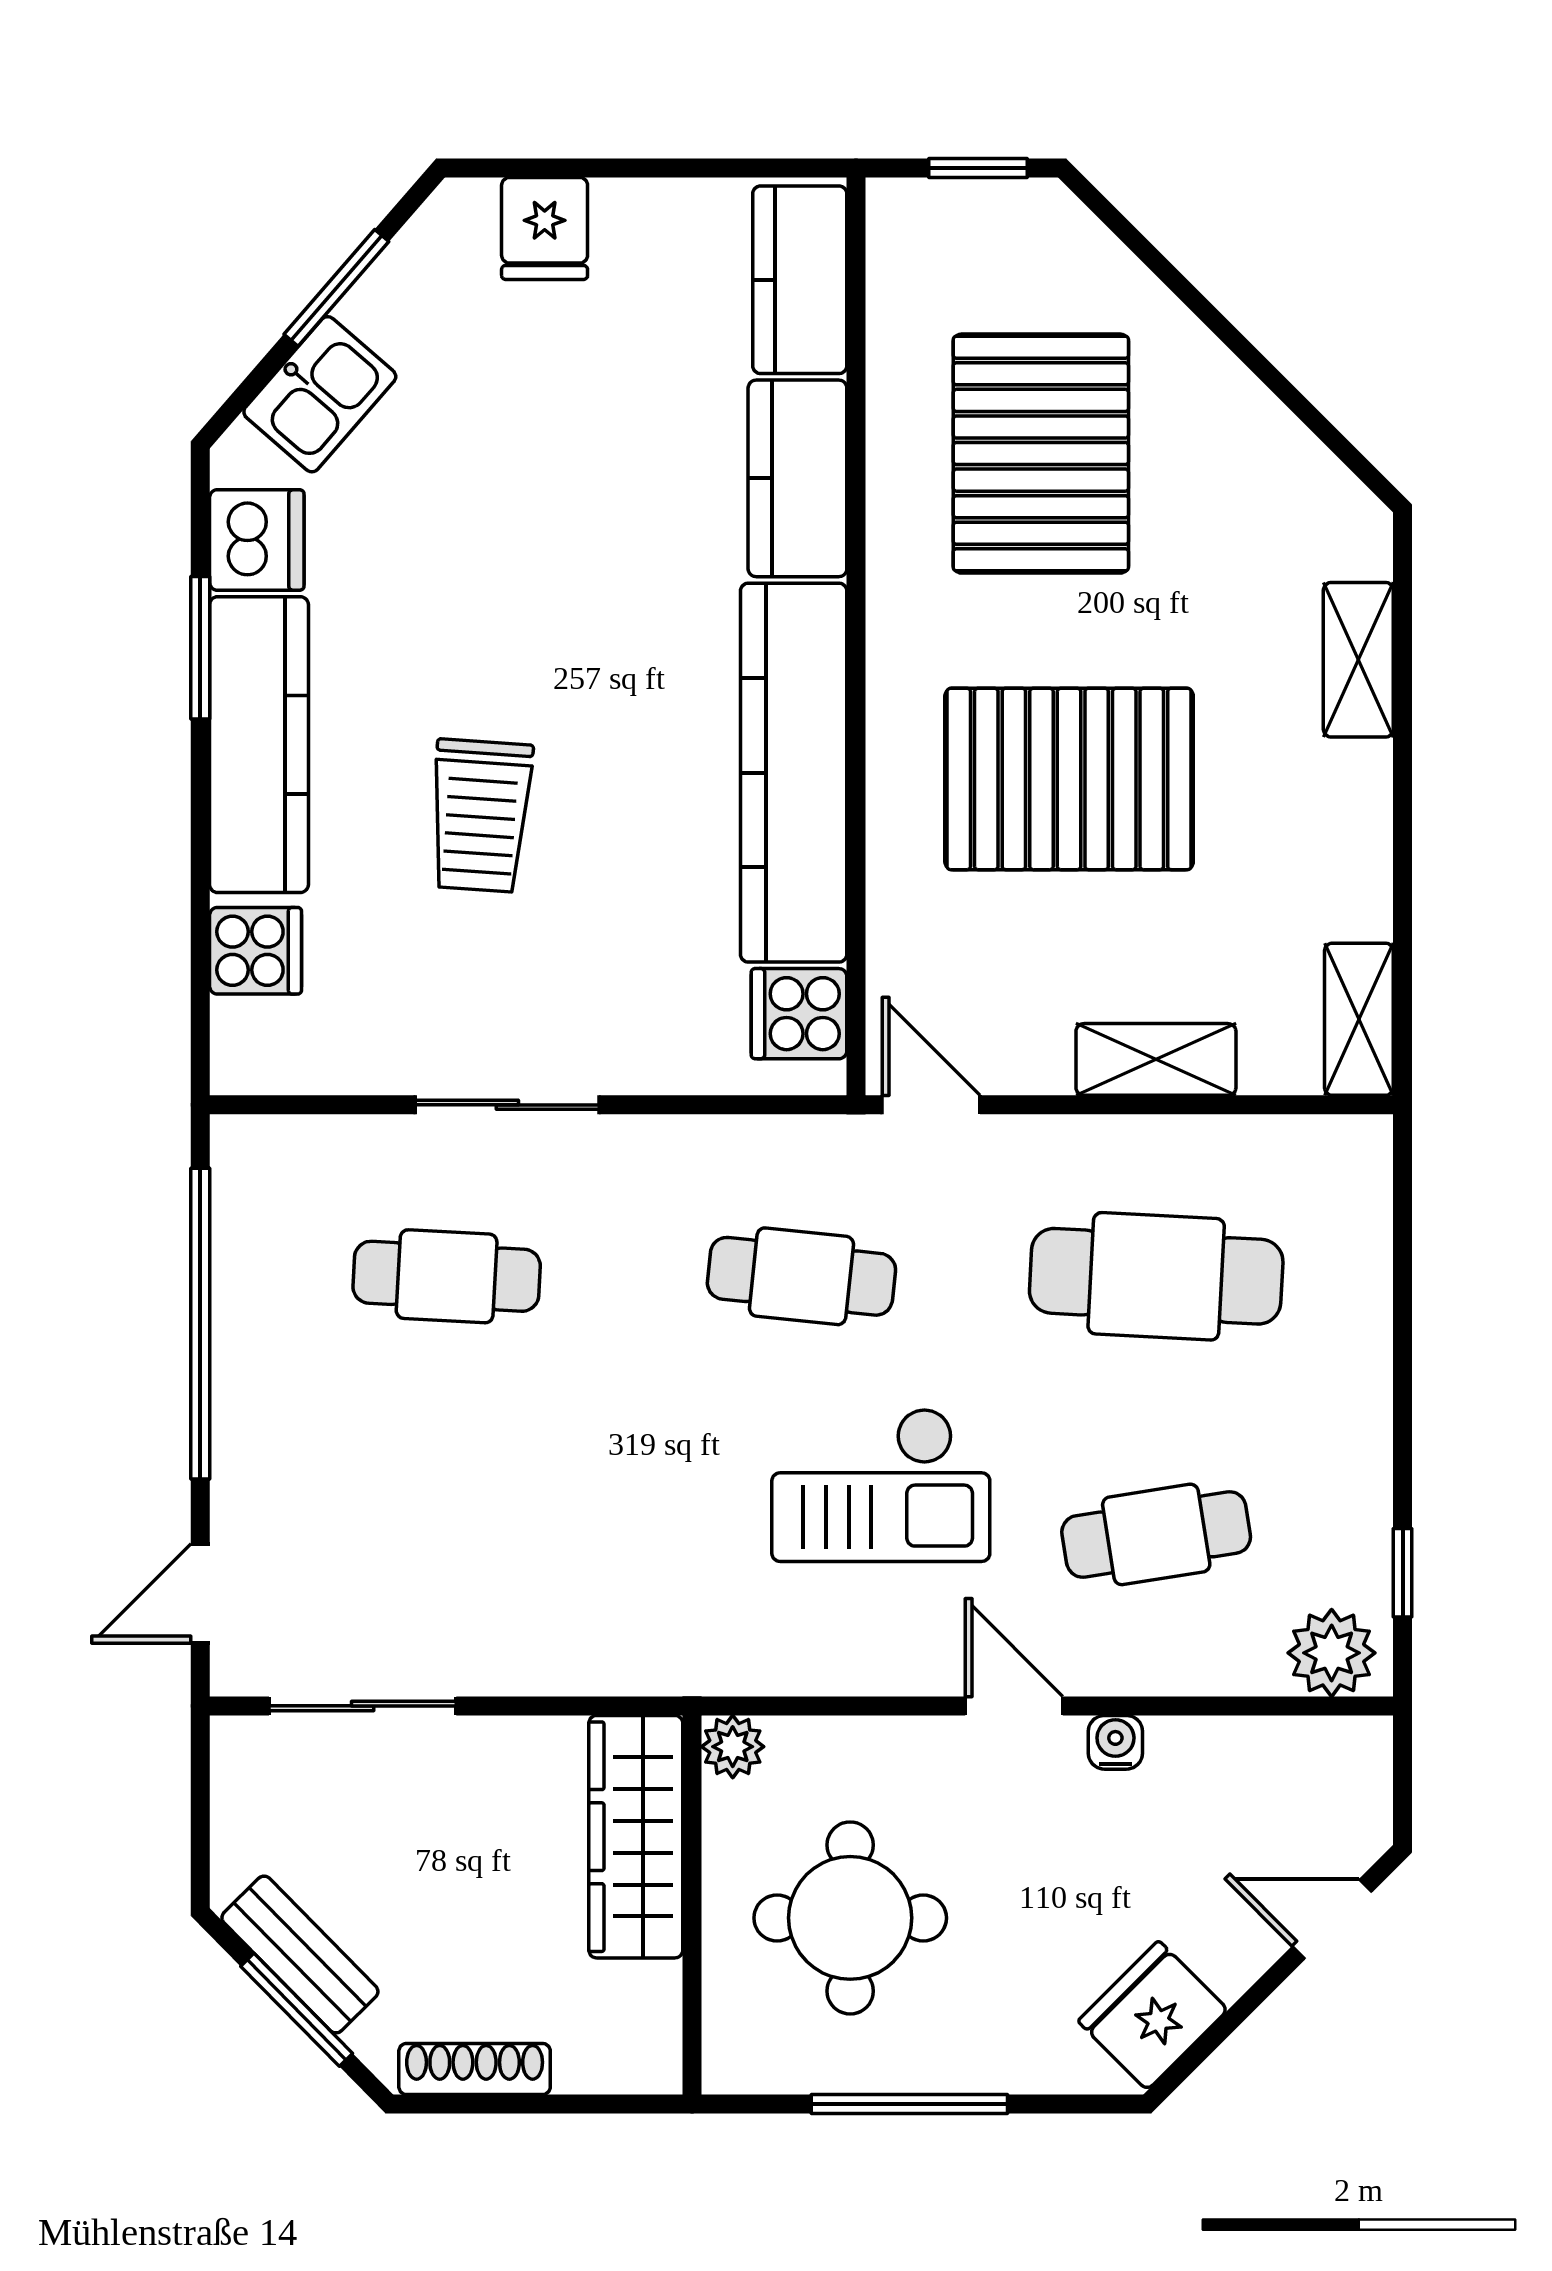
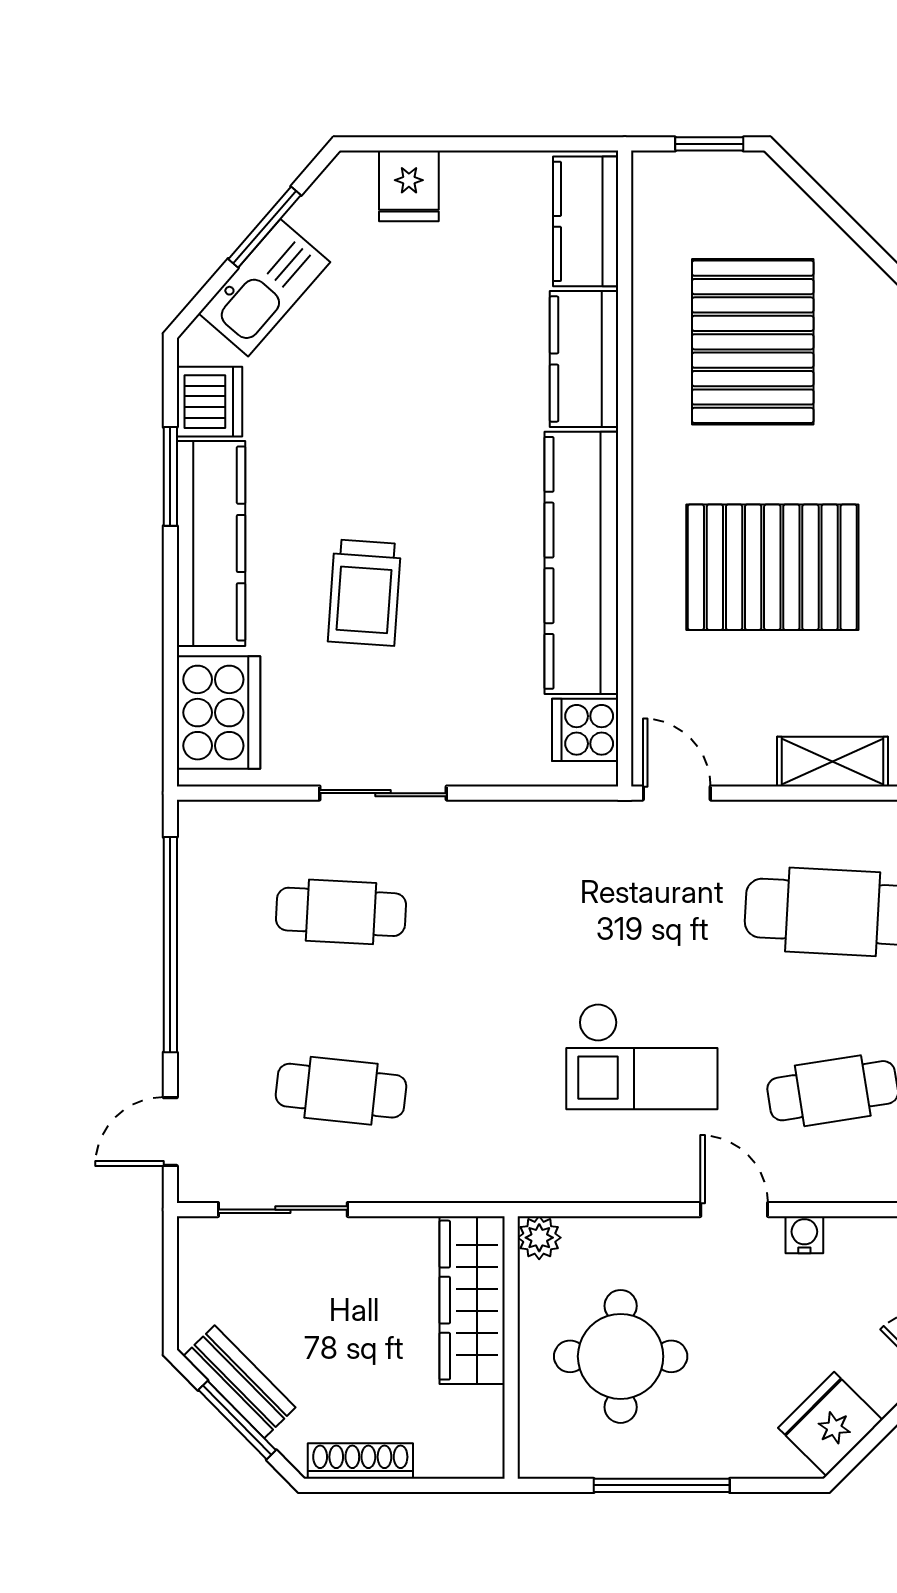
kitchen sink: (320, 394) -> (264, 288), width x1.38
cooker: (255, 951) -> (218, 713), width x1.87, depth x1.31
cafe table: (801, 1276) -> (341, 1091), moved

